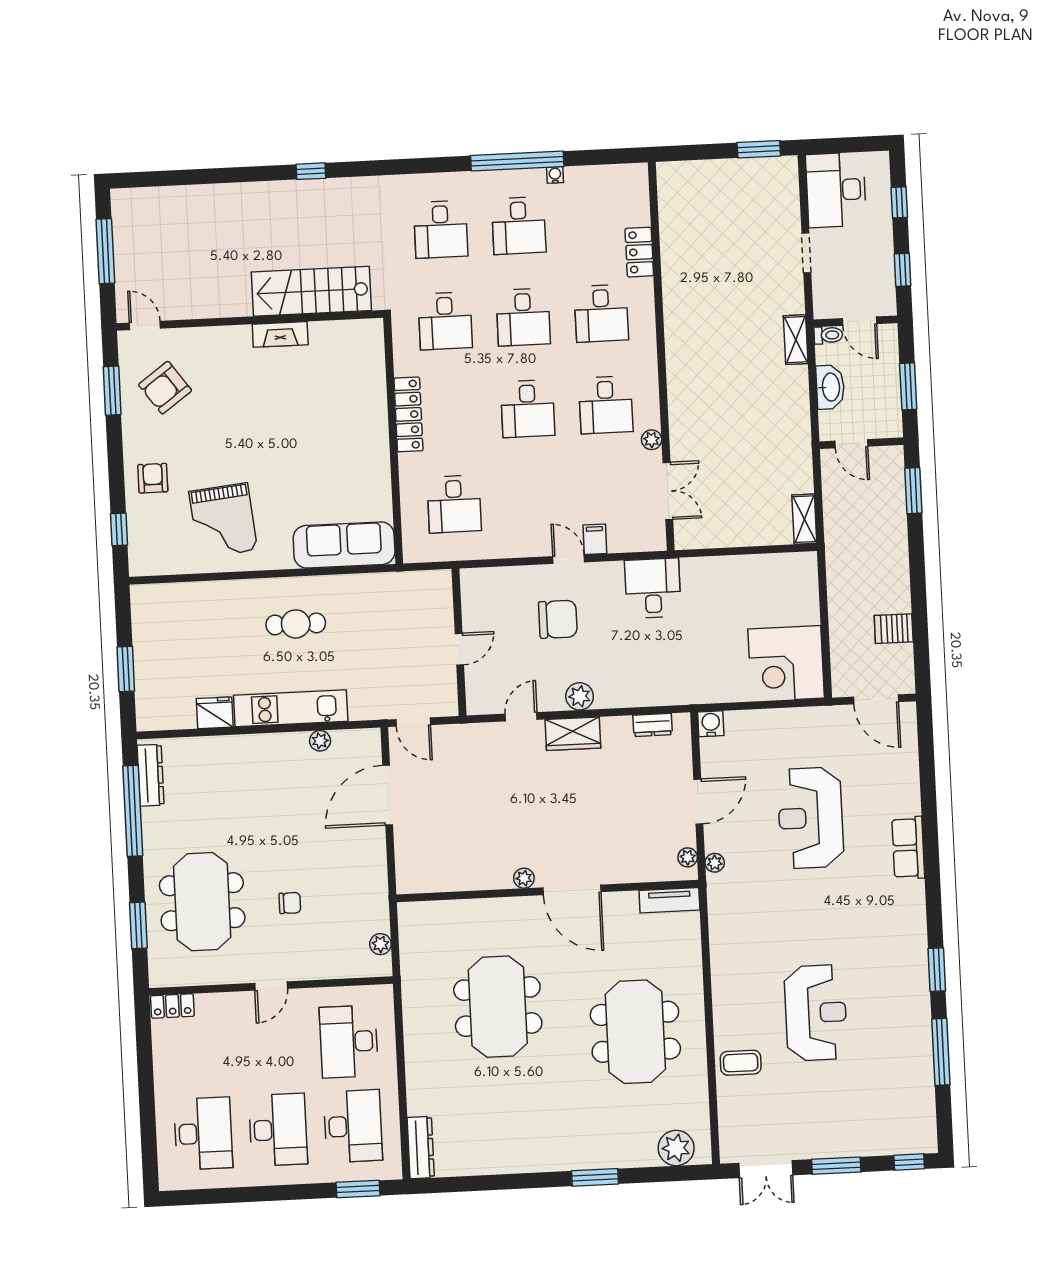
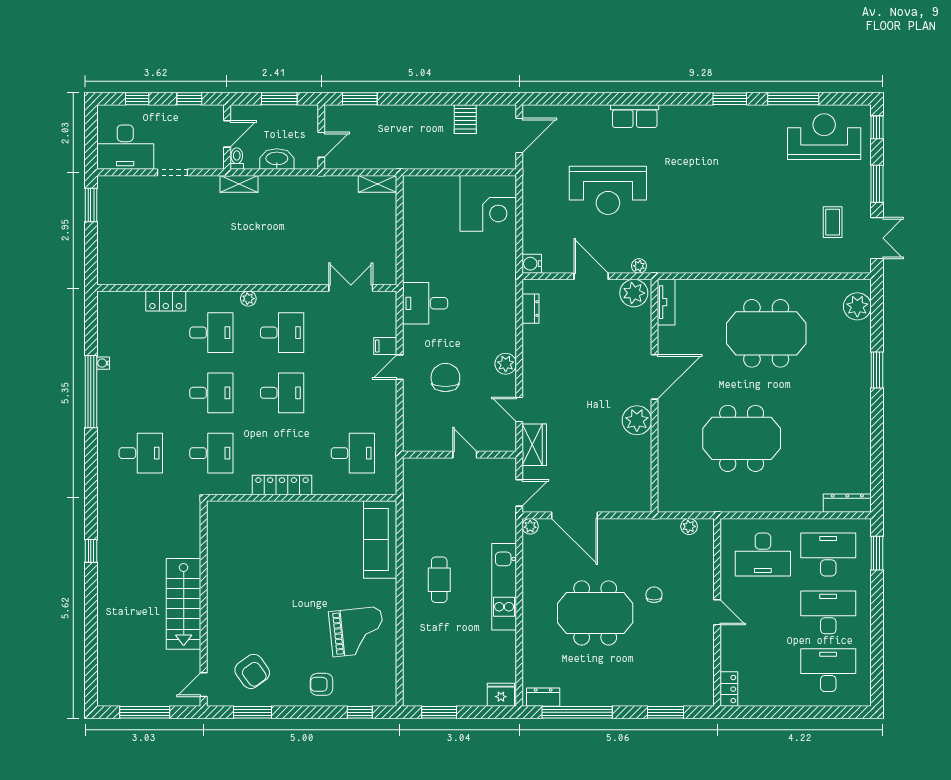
desk: (519, 226) -> (141, 393), removed
stairs: (311, 291) -> (184, 604), moved
fireplace: (280, 334) -> (216, 581), removed
plant: (652, 440) -> (248, 299), moved
window: (126, 669) -> (439, 712), moved
fridge: (215, 713) -> (501, 695), moved, turned 90
wardrobe: (573, 734) -> (534, 445), moved
plant: (320, 741) -> (530, 526), moved
dresser: (151, 775) -> (543, 697), width x0.70
plant: (688, 857) -> (634, 293), width x1.88, depth x1.88
plant: (524, 878) -> (637, 420), width x1.88, depth x1.88
meeting table: (202, 902) -> (595, 613), moved
reception desk: (816, 1013) -> (824, 137), moved
coffee table: (741, 1063) -> (833, 222), moved

